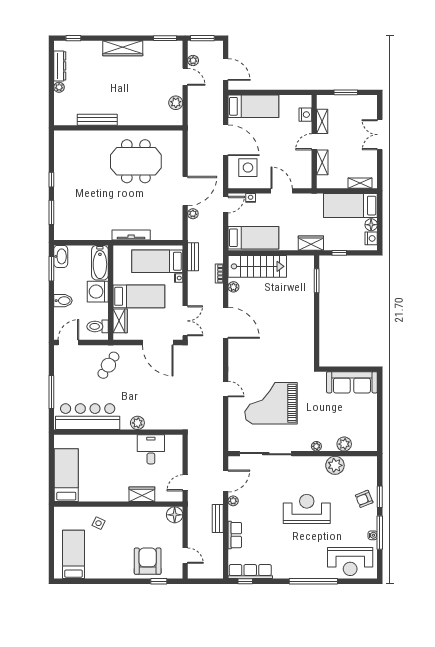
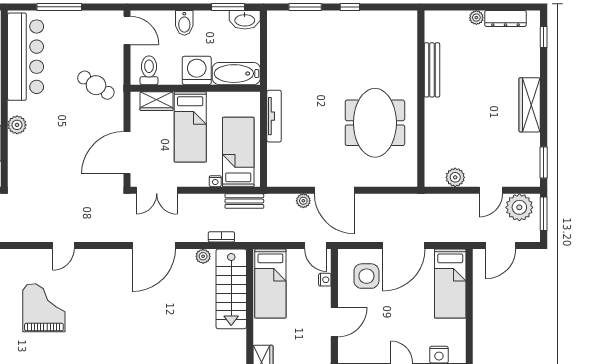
plant: (193, 60) -> (519, 207), width x1.87, depth x1.87
grand piano: (271, 403) -> (44, 308), width x0.73, depth x0.68

